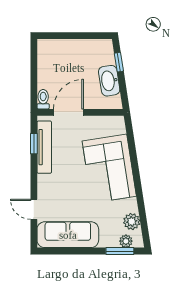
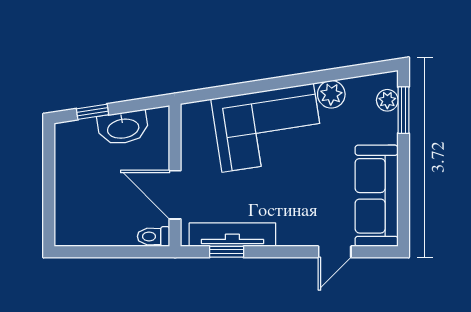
plant: (132, 221) -> (331, 94), moved

